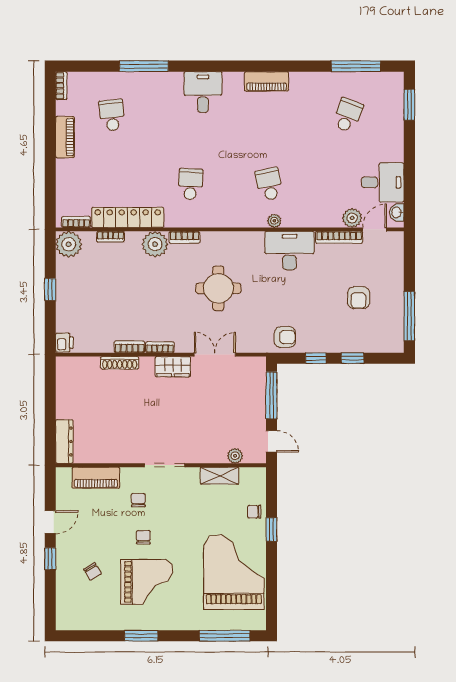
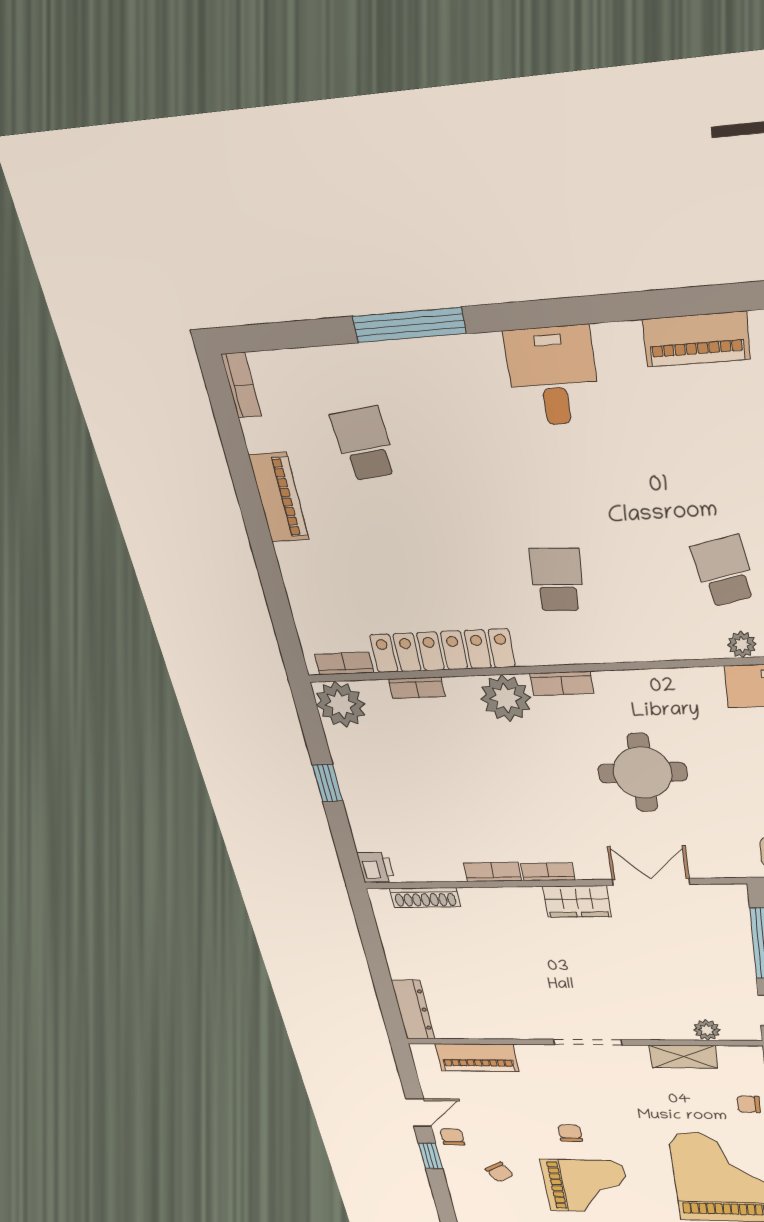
shoe rack: (120, 363) -> (425, 897), moved
chair: (138, 500) -> (452, 1137), moved

